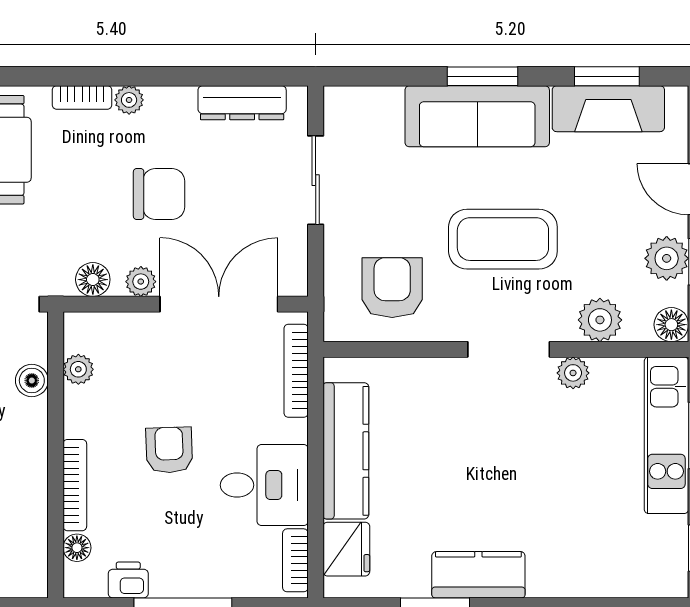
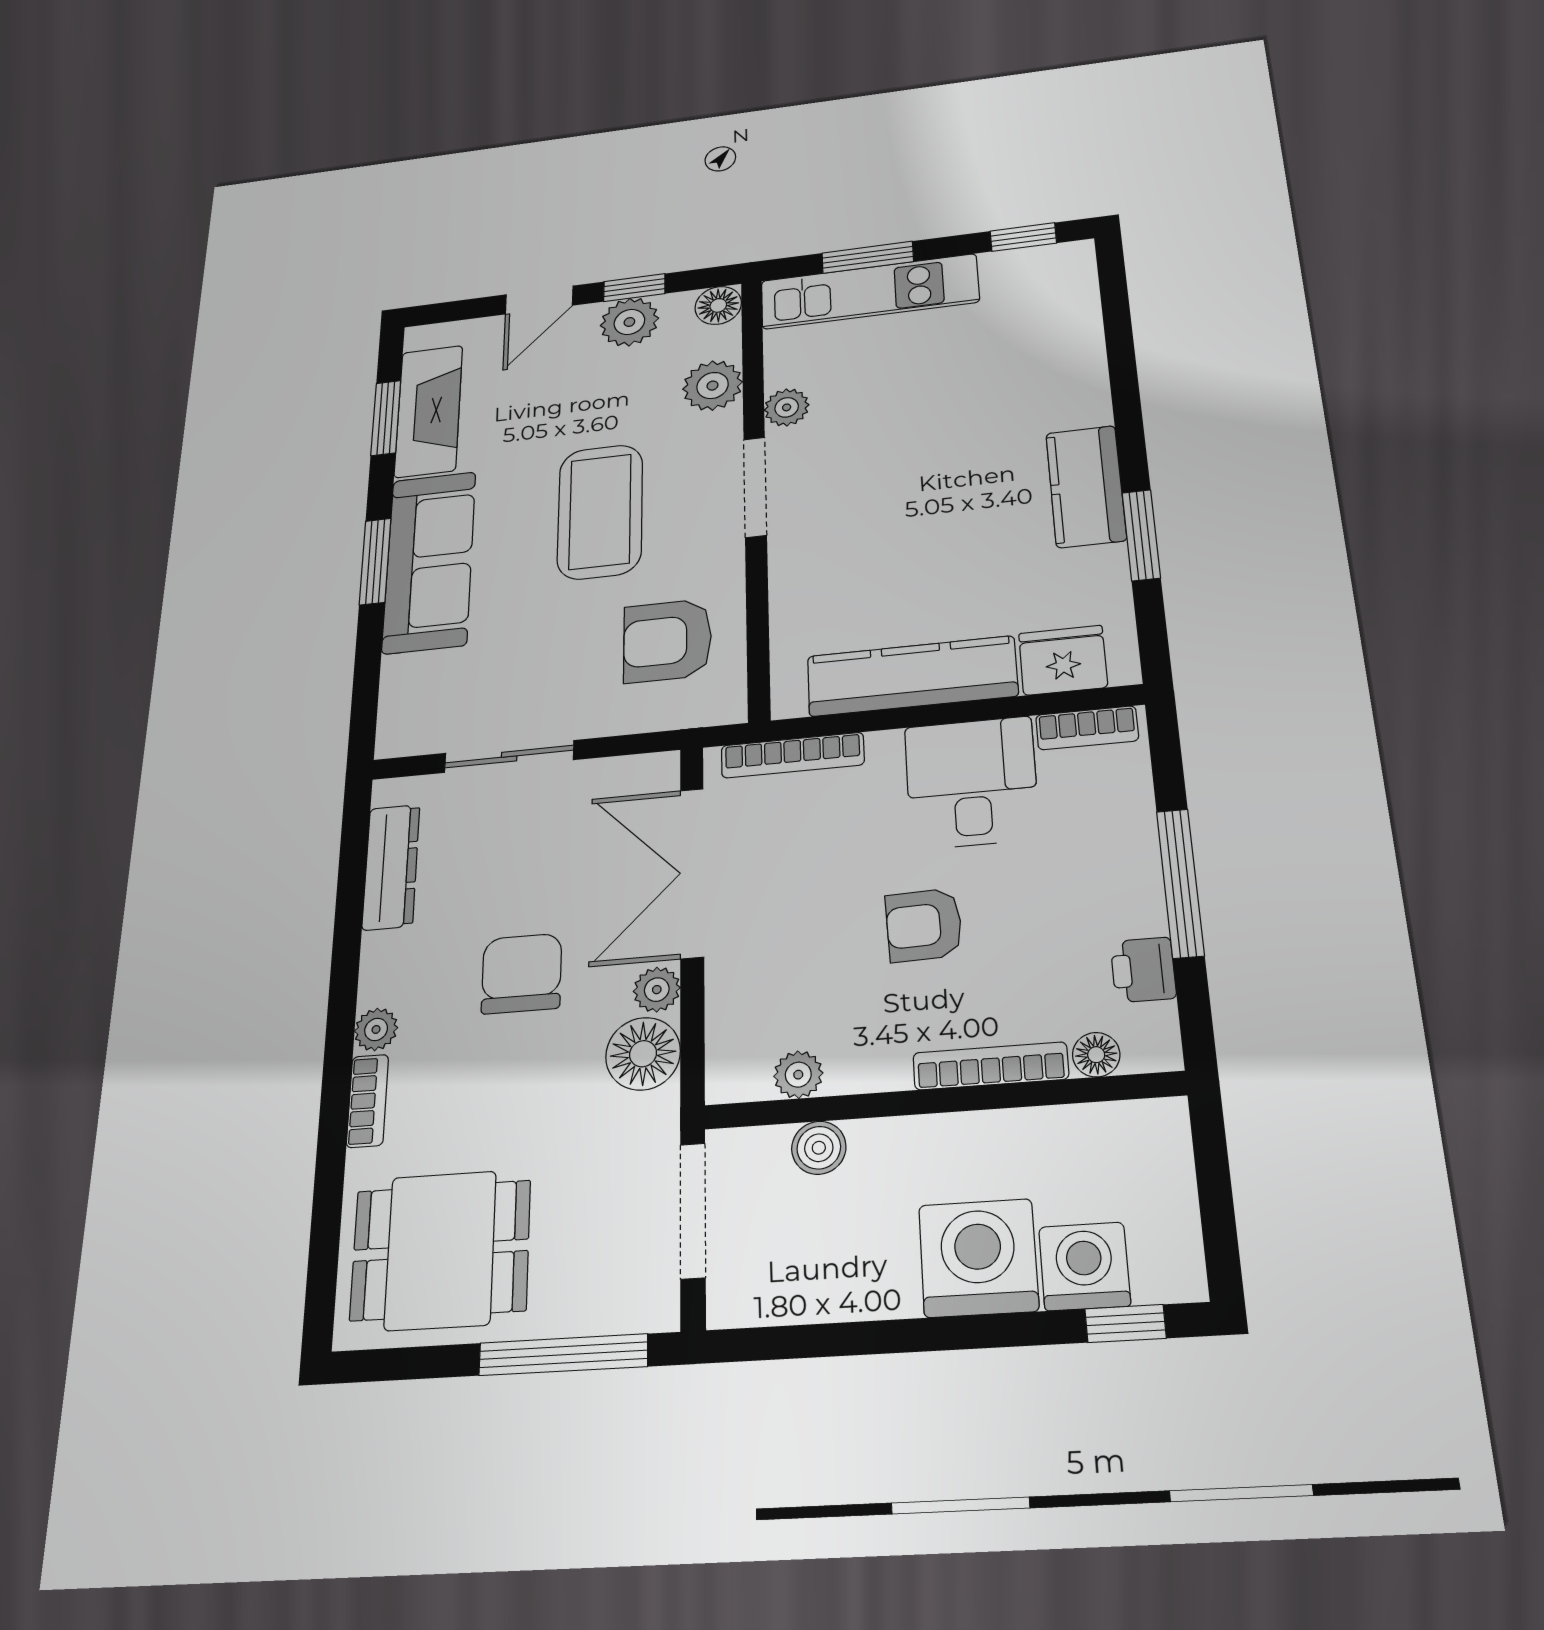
floor lamp: (93, 280) -> (643, 1054), width x1.38, depth x1.38

